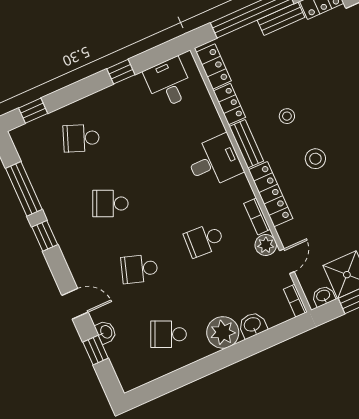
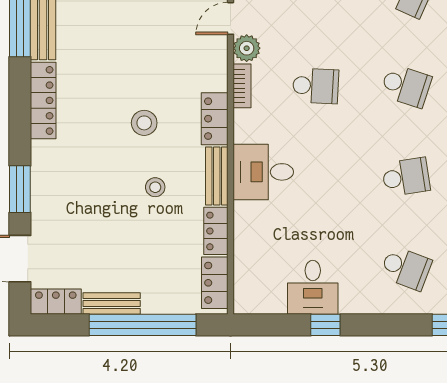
desk: (168, 83) -> (313, 287), moved
locker: (271, 194) -> (215, 119), width x0.66
school desk: (110, 204) -> (406, 177), turned -33

